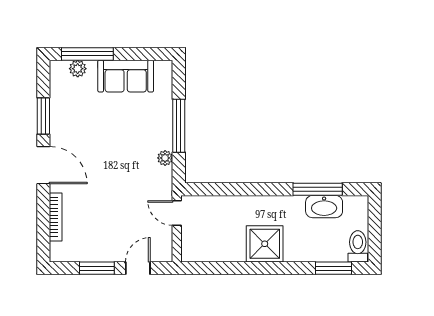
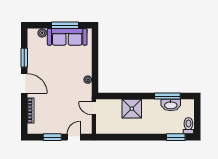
window: (87, 54) -> (65, 25), moved
sofa: (126, 76) -> (67, 37), width x1.36
window: (179, 126) -> (95, 63), removed
shower: (265, 244) -> (132, 109), moved

